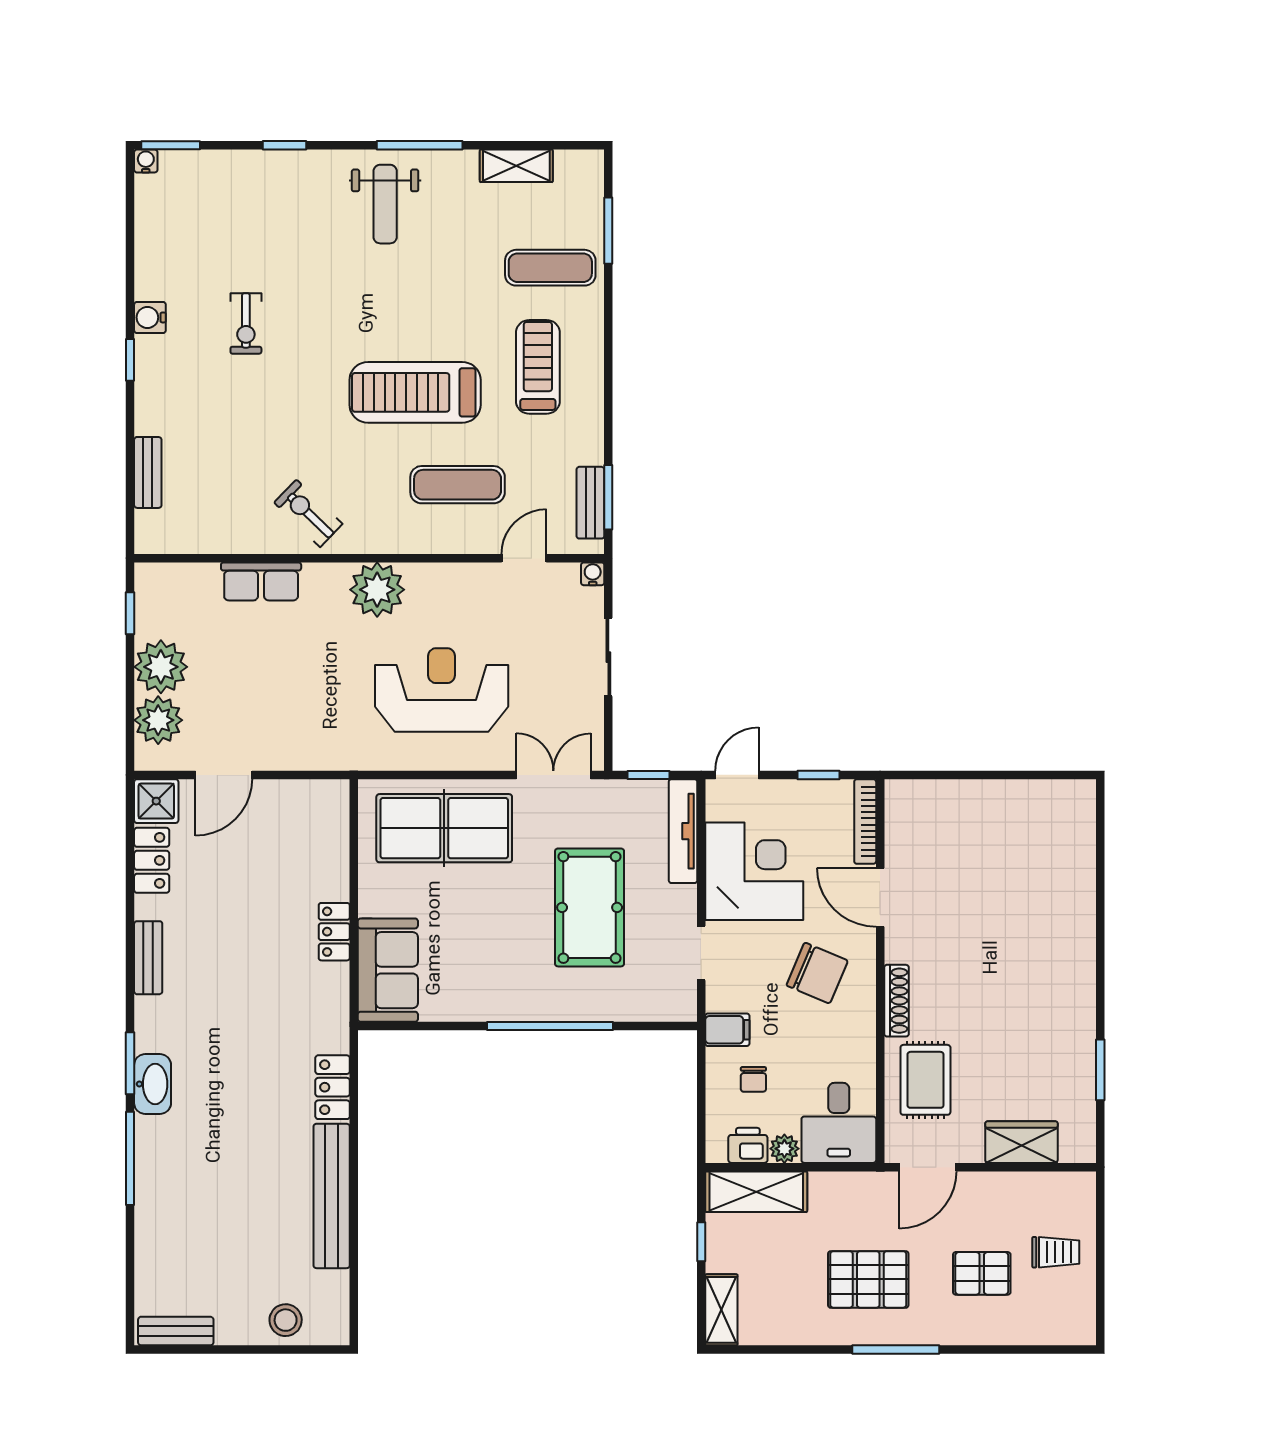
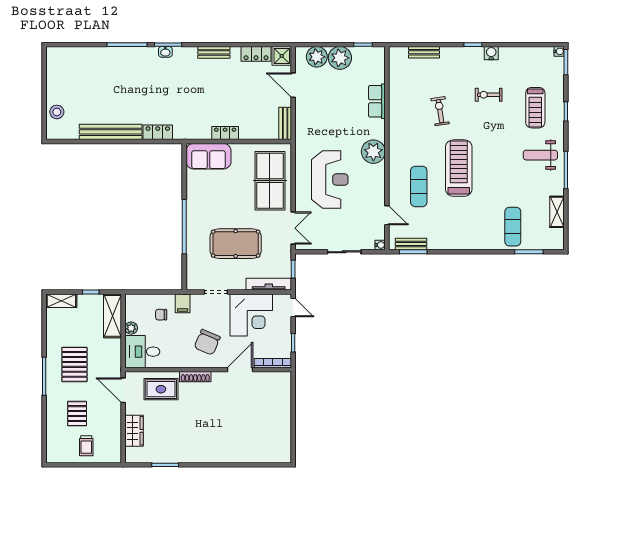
treadmill: (538, 367) -> (535, 108), moved, turned 90
exercise bike: (308, 513) -> (440, 111), moved, turned -53
washbasin: (153, 1084) -> (165, 52), width x0.52, depth x0.69
printer: (748, 1145) -> (133, 312), removed
bench: (176, 1331) -> (285, 123), moved

